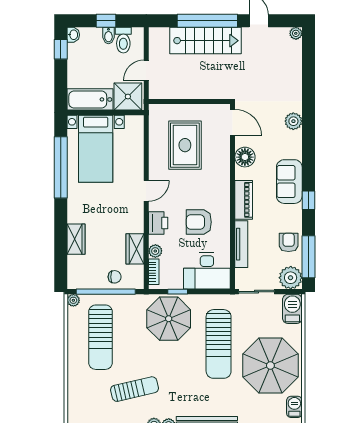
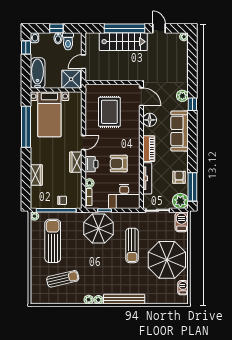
bathtub: (90, 99) -> (38, 73), moved, turned 90
sofa: (289, 182) -> (180, 131), width x1.36
window: (308, 200) -> (192, 104), moved
wardrobe: (135, 249) -> (76, 162), moved
sun lounger: (101, 337) -> (53, 241), turned 180
sun lounger: (219, 344) -> (132, 245), width x0.73, depth x0.75
sun lounger: (134, 389) -> (63, 279), moved

